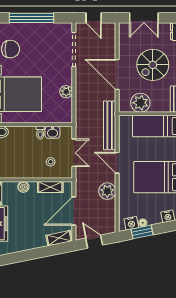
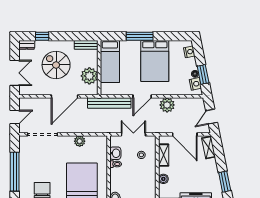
spiral stairs: (153, 65) -> (56, 65), turned 180
window: (20, 257) -> (225, 182), added

